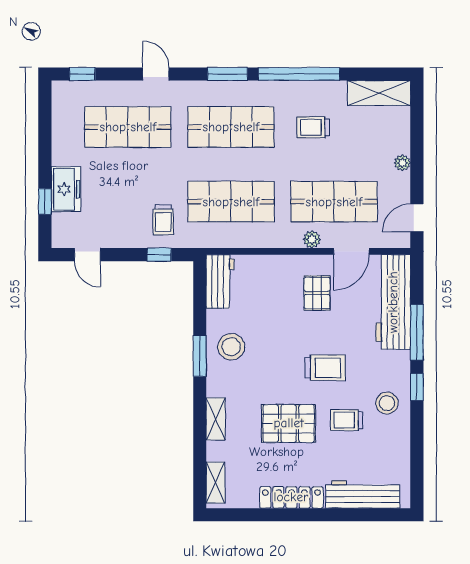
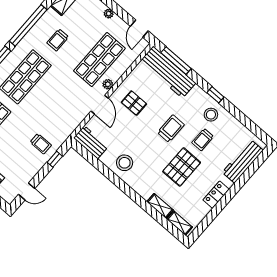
shop shelf: (231, 202) -> (59, 106), removed
door: (351, 251) -> (100, 105), moved
window: (417, 332) -> (176, 61), moved
window: (200, 356) -> (116, 181), removed
shelving: (216, 419) -> (160, 206), moved
locker: (291, 497) -> (216, 195), width x0.66

